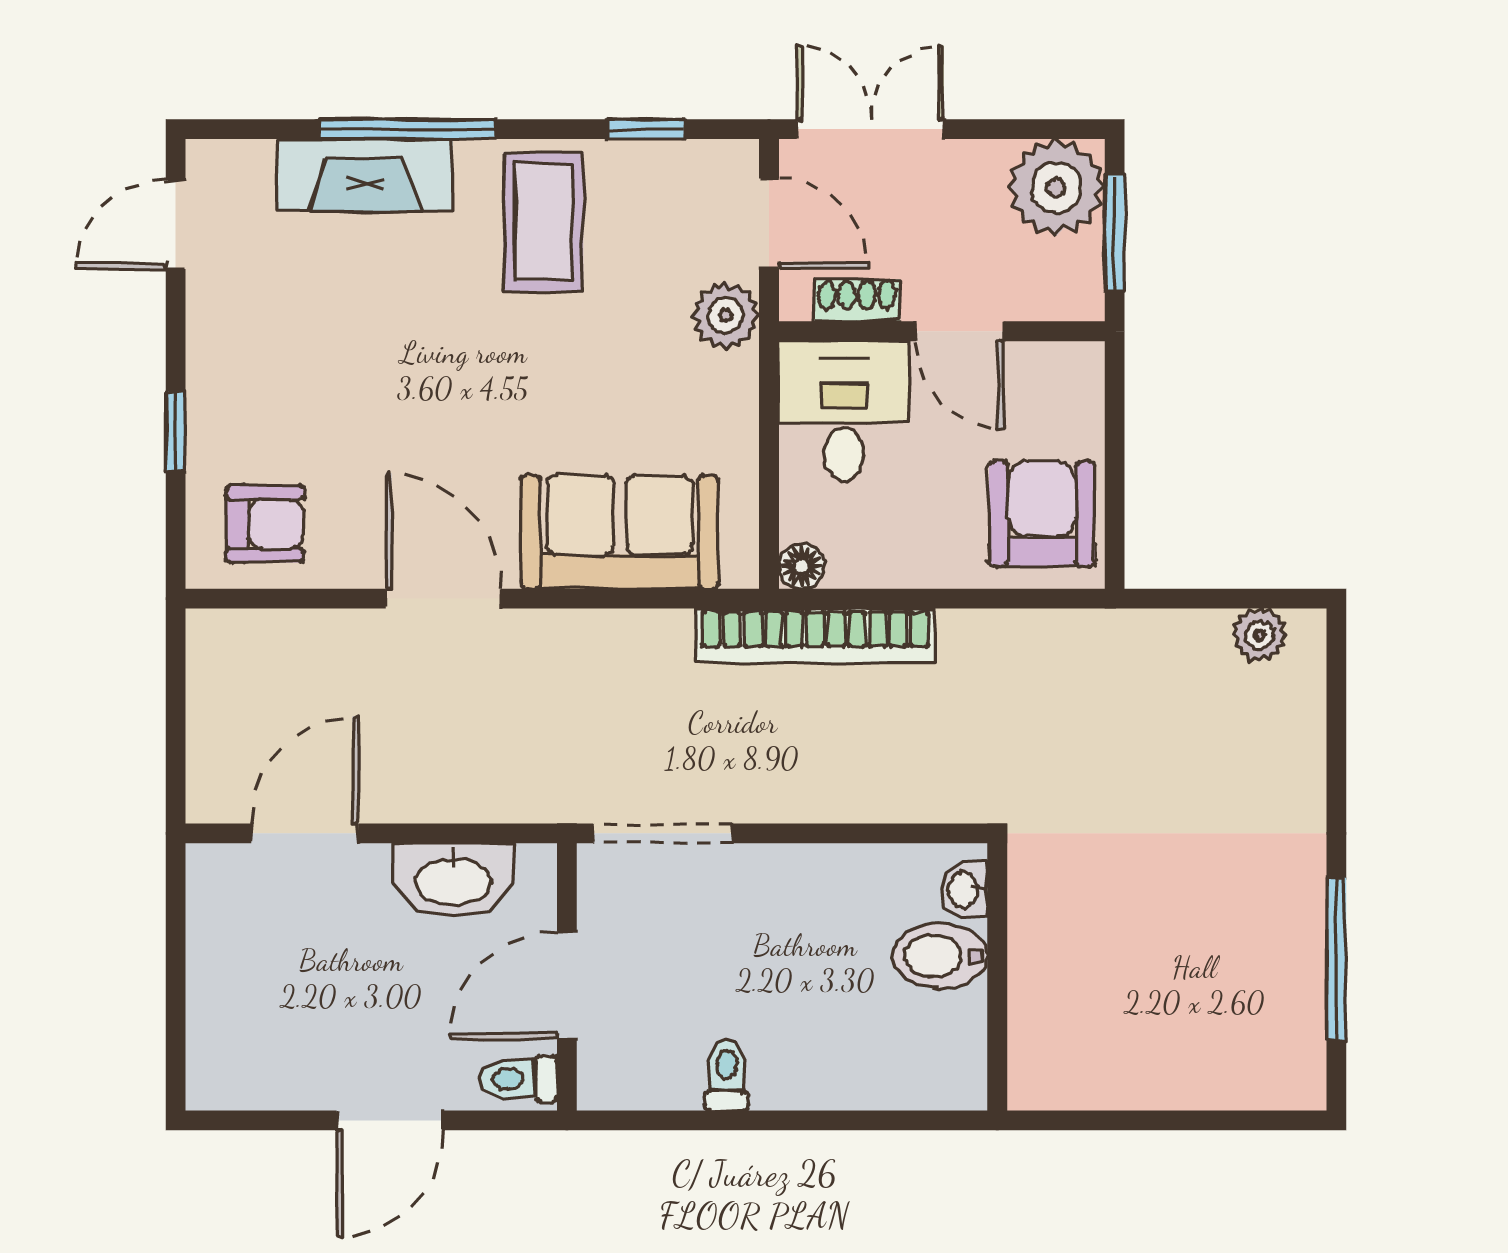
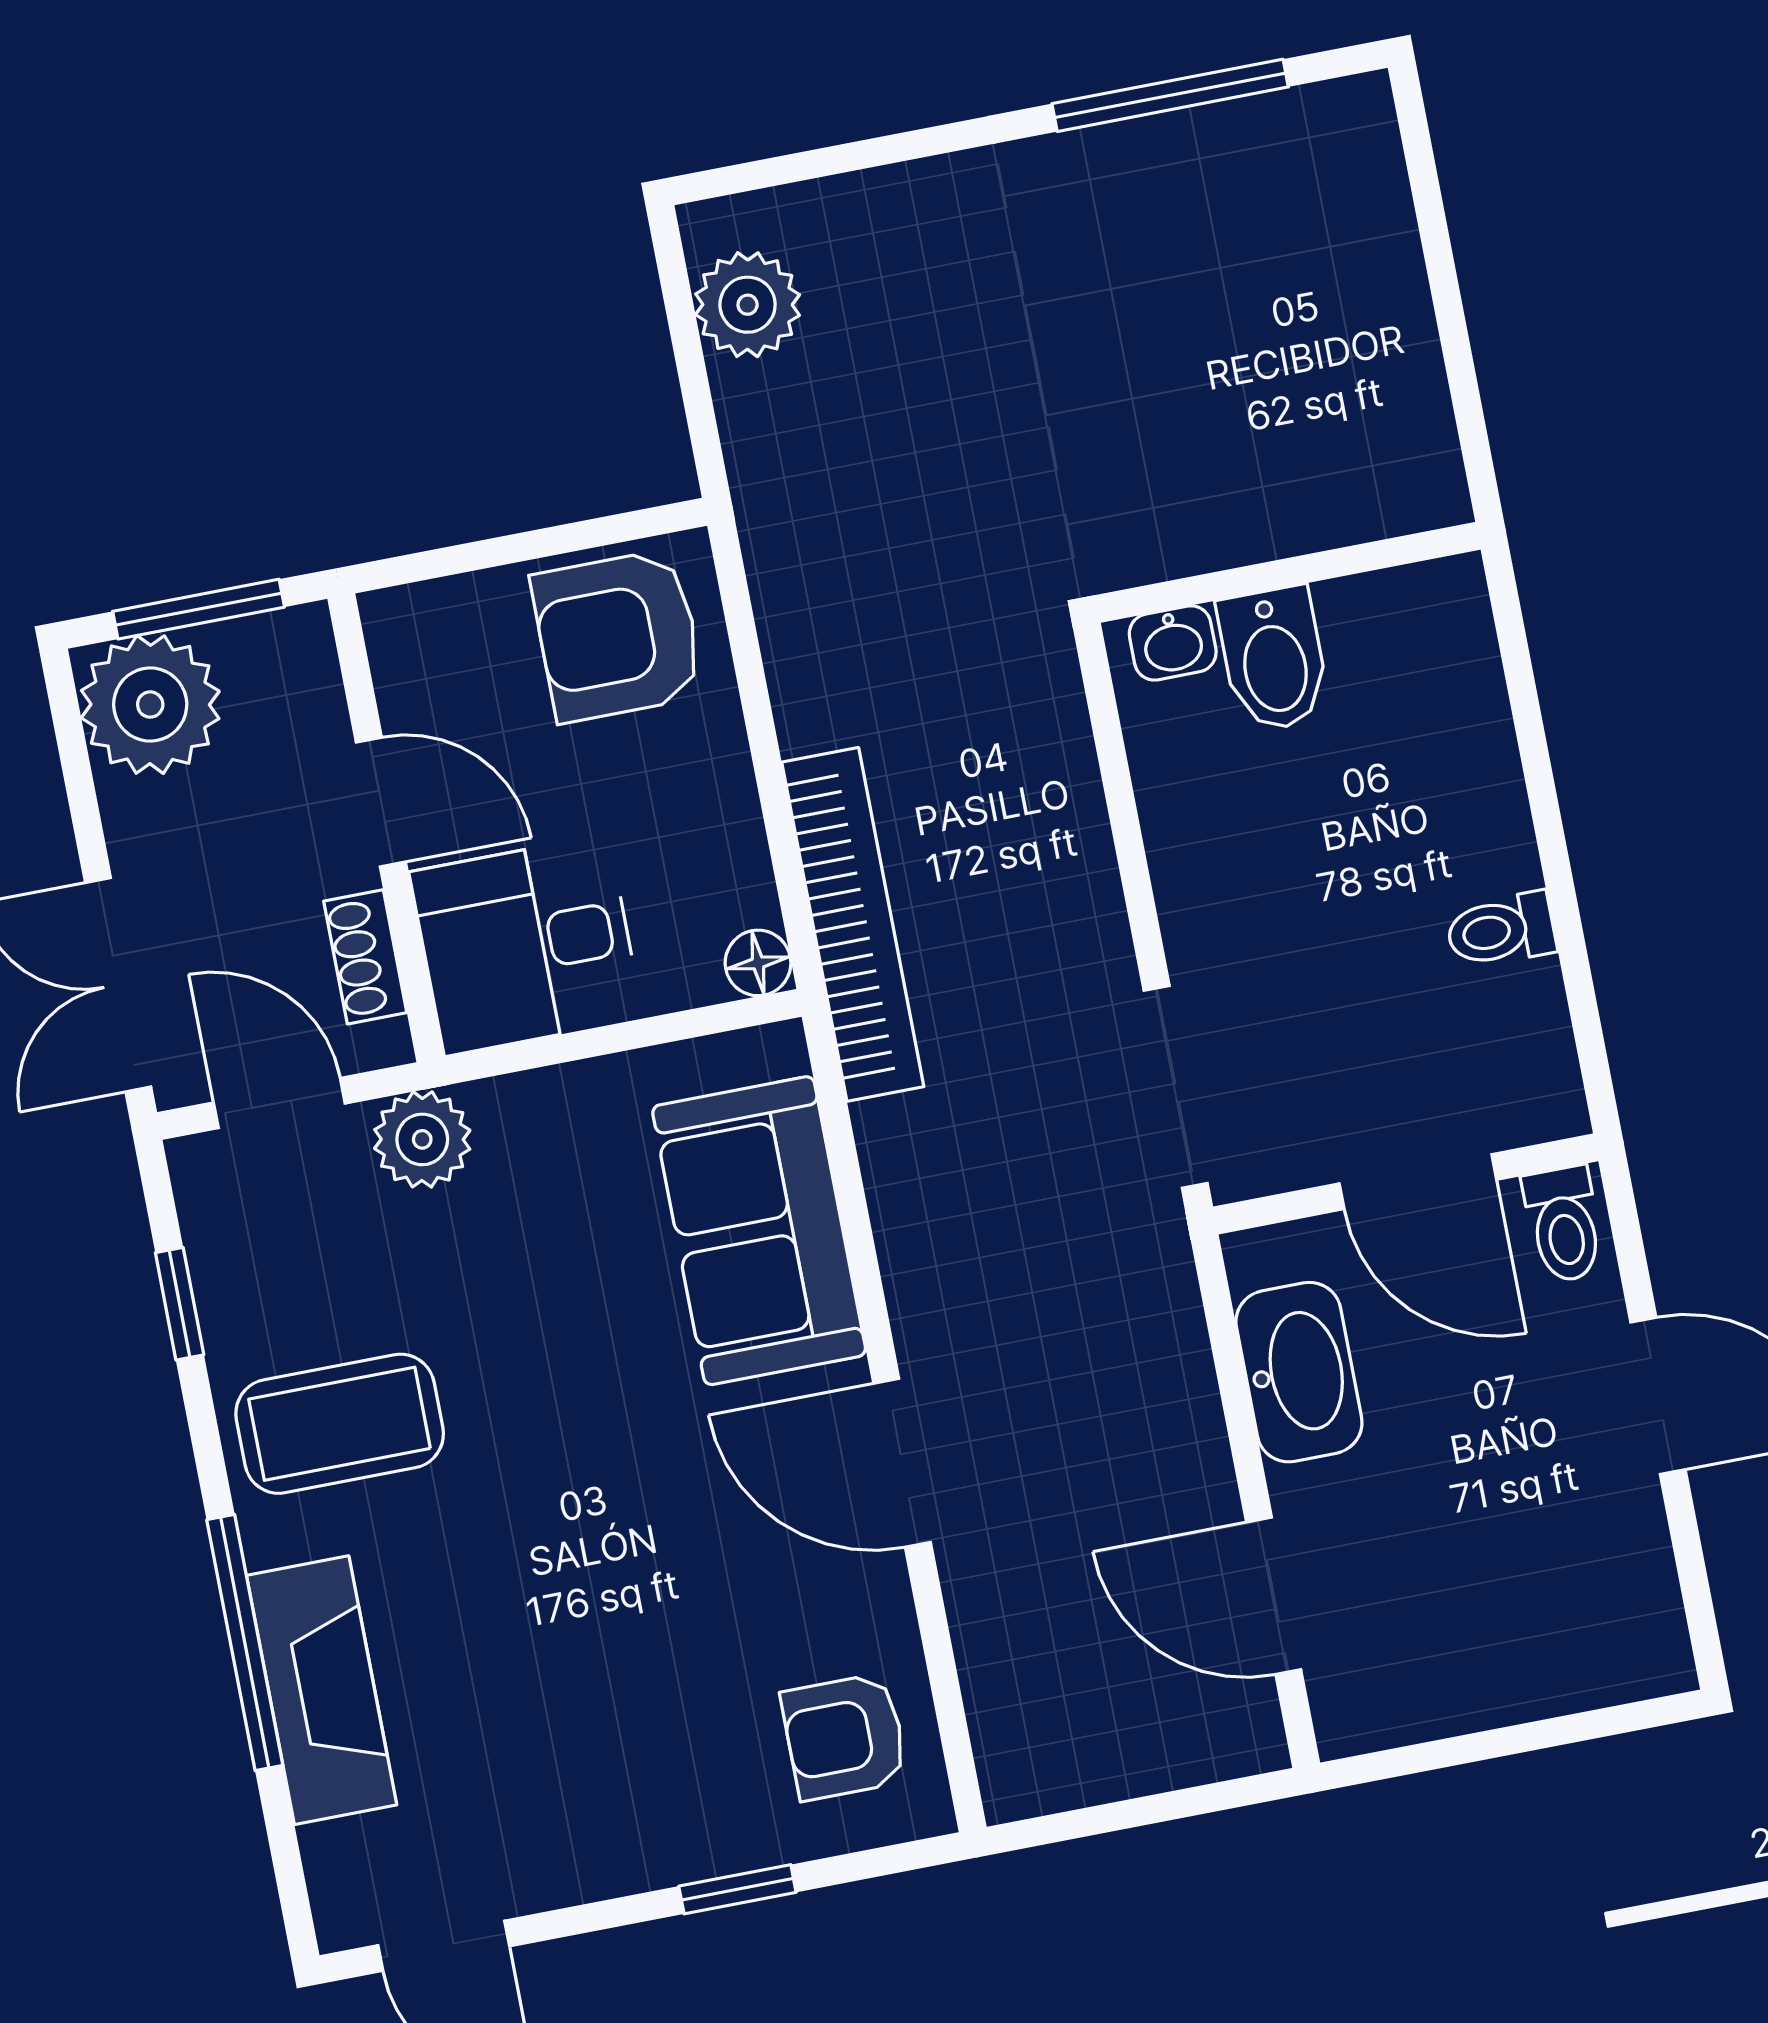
door: (769, 223) -> (279, 1103), hinge flipped
door: (960, 331) -> (381, 802), hinge flipped
armchair: (265, 524) -> (845, 1737), turned -90
door: (443, 599) -> (902, 1463), hinge flipped
plant: (1260, 635) -> (748, 305), width x1.38, depth x1.38

